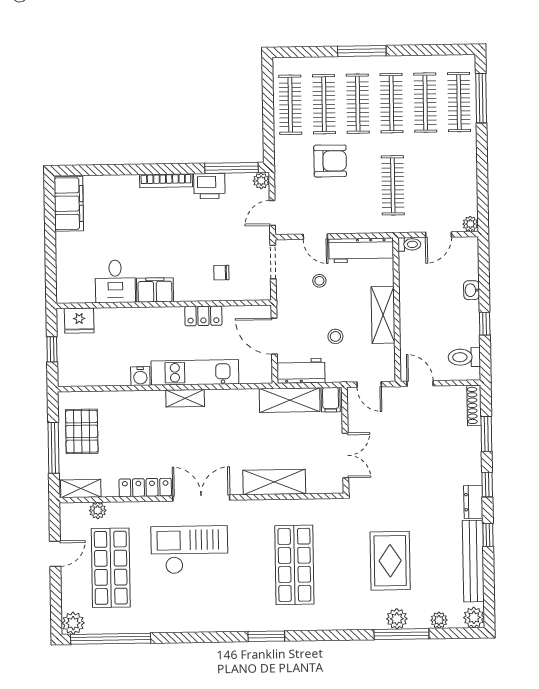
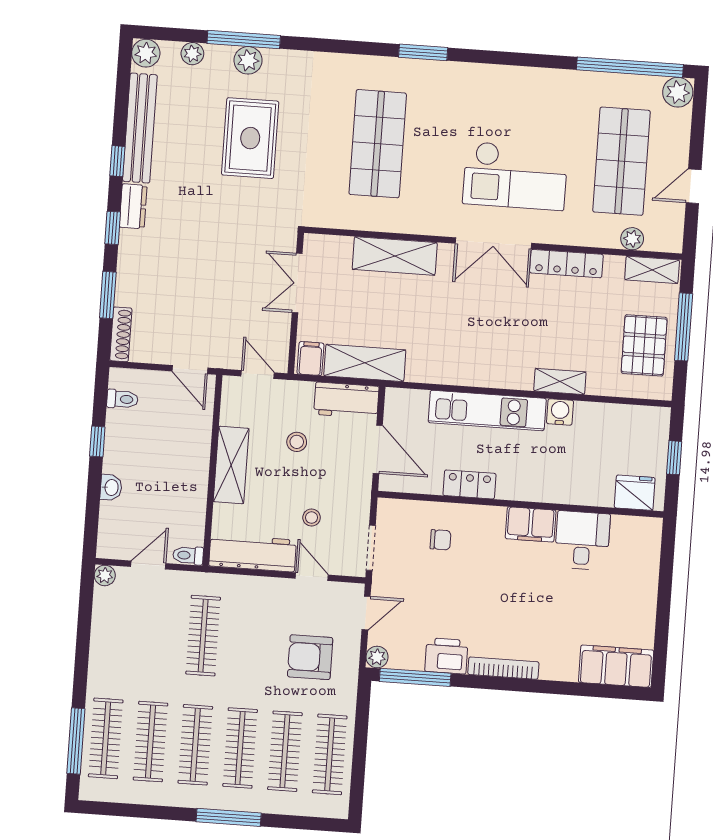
armchair: (330, 161) -> (310, 657), moved
filing cabinet: (69, 204) -> (616, 666), moved, turned 90
toilet: (464, 357) -> (122, 399), width x0.73, depth x0.72
shelving: (185, 398) -> (560, 381), moved

